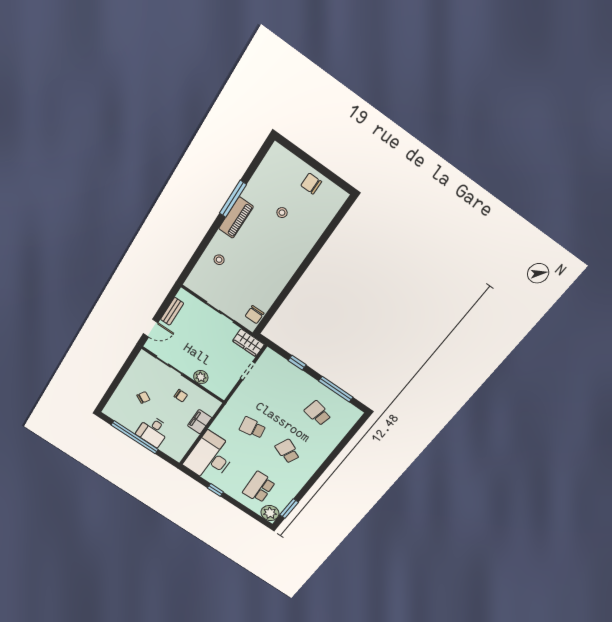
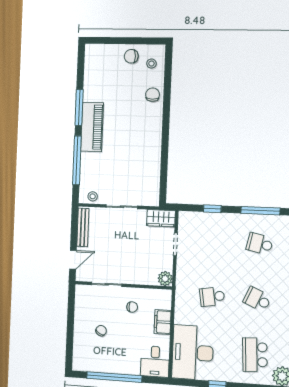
stool: (282, 213) -> (151, 64), moved
piano: (236, 218) -> (92, 127), width x1.37, depth x1.33
window: (203, 246) -> (77, 160), added
stool: (219, 260) -> (93, 196), moved
bench: (172, 311) -> (83, 227), width x1.36
chair: (255, 315) -> (153, 95), moved, turned 180
plant: (201, 377) -> (165, 279), moved
desk: (153, 431) -> (155, 361), moved

